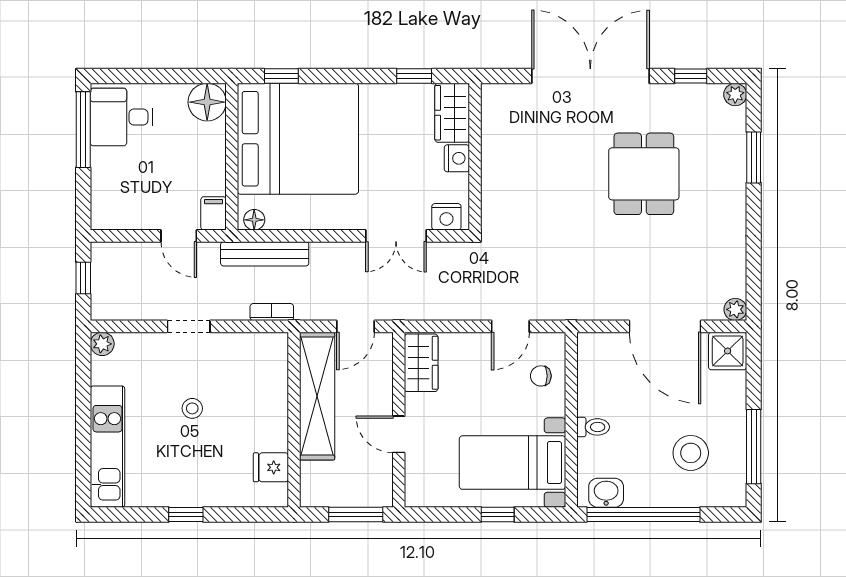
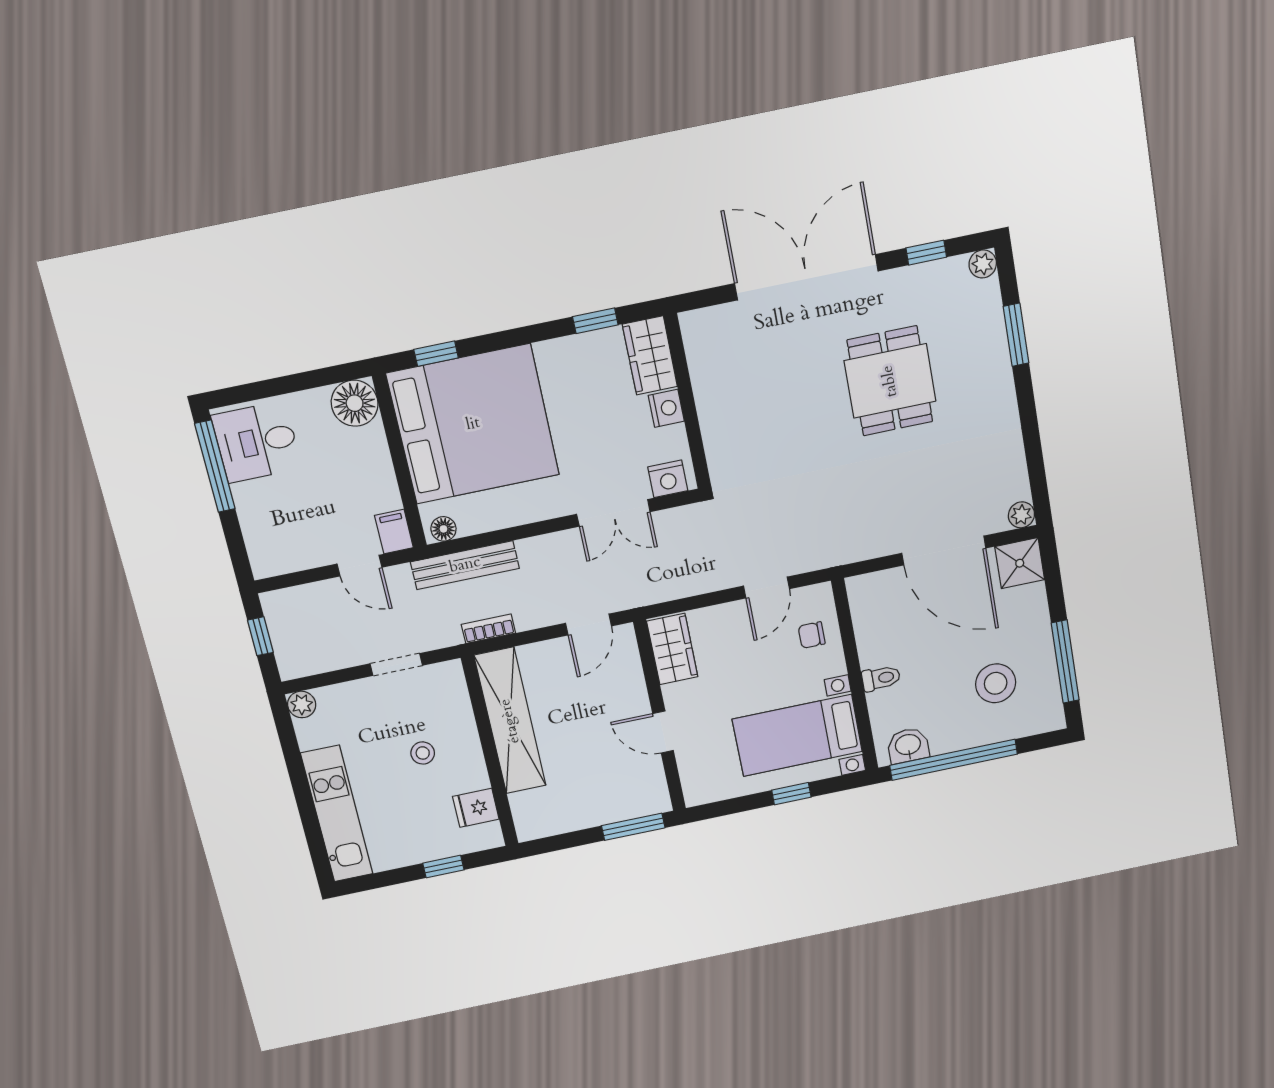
shelving: (317, 396) -> (510, 721), moved
wall: (294, 420) -> (490, 752), moved
fridge: (271, 467) -> (476, 808), moved

